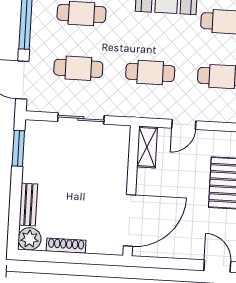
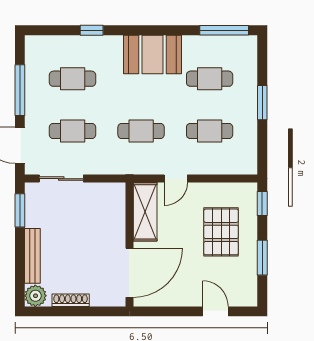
sliding door: (81, 118) -> (61, 179), moved
shelving: (147, 147) -> (145, 212), width x1.50, depth x1.33
bench: (28, 205) -> (32, 256), width x1.36

